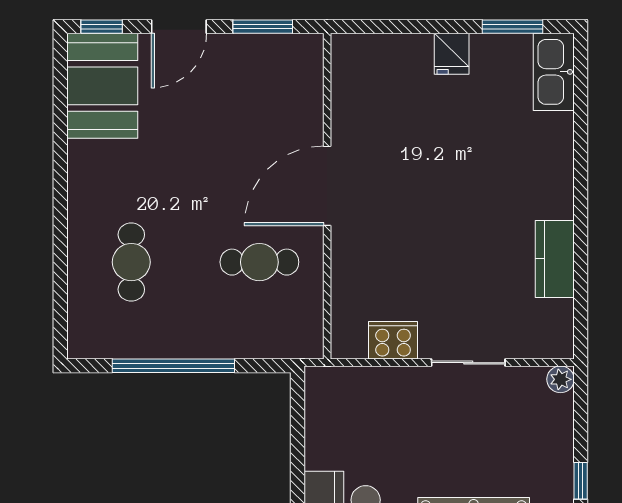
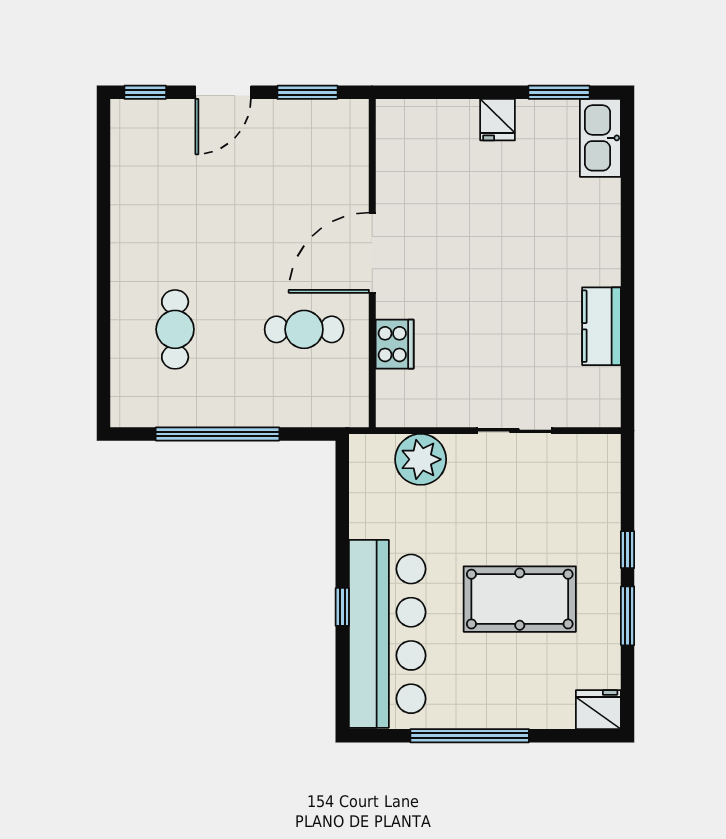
booth: (102, 86) -> (146, 152), removed
cooker: (393, 340) -> (395, 344), moved, turned 90
plant: (561, 379) -> (421, 459), moved, width x1.87, depth x1.87

